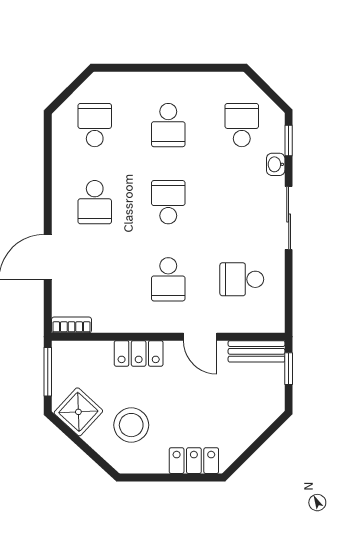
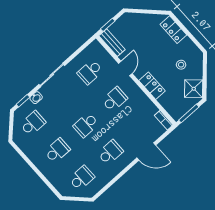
school desk: (95, 125) -> (82, 178), turned 180
school desk: (242, 125) -> (33, 123), turned 180
school desk: (242, 279) -> (90, 72), turned 90
stool: (131, 425) -> (181, 65), width x0.53, depth x0.53

